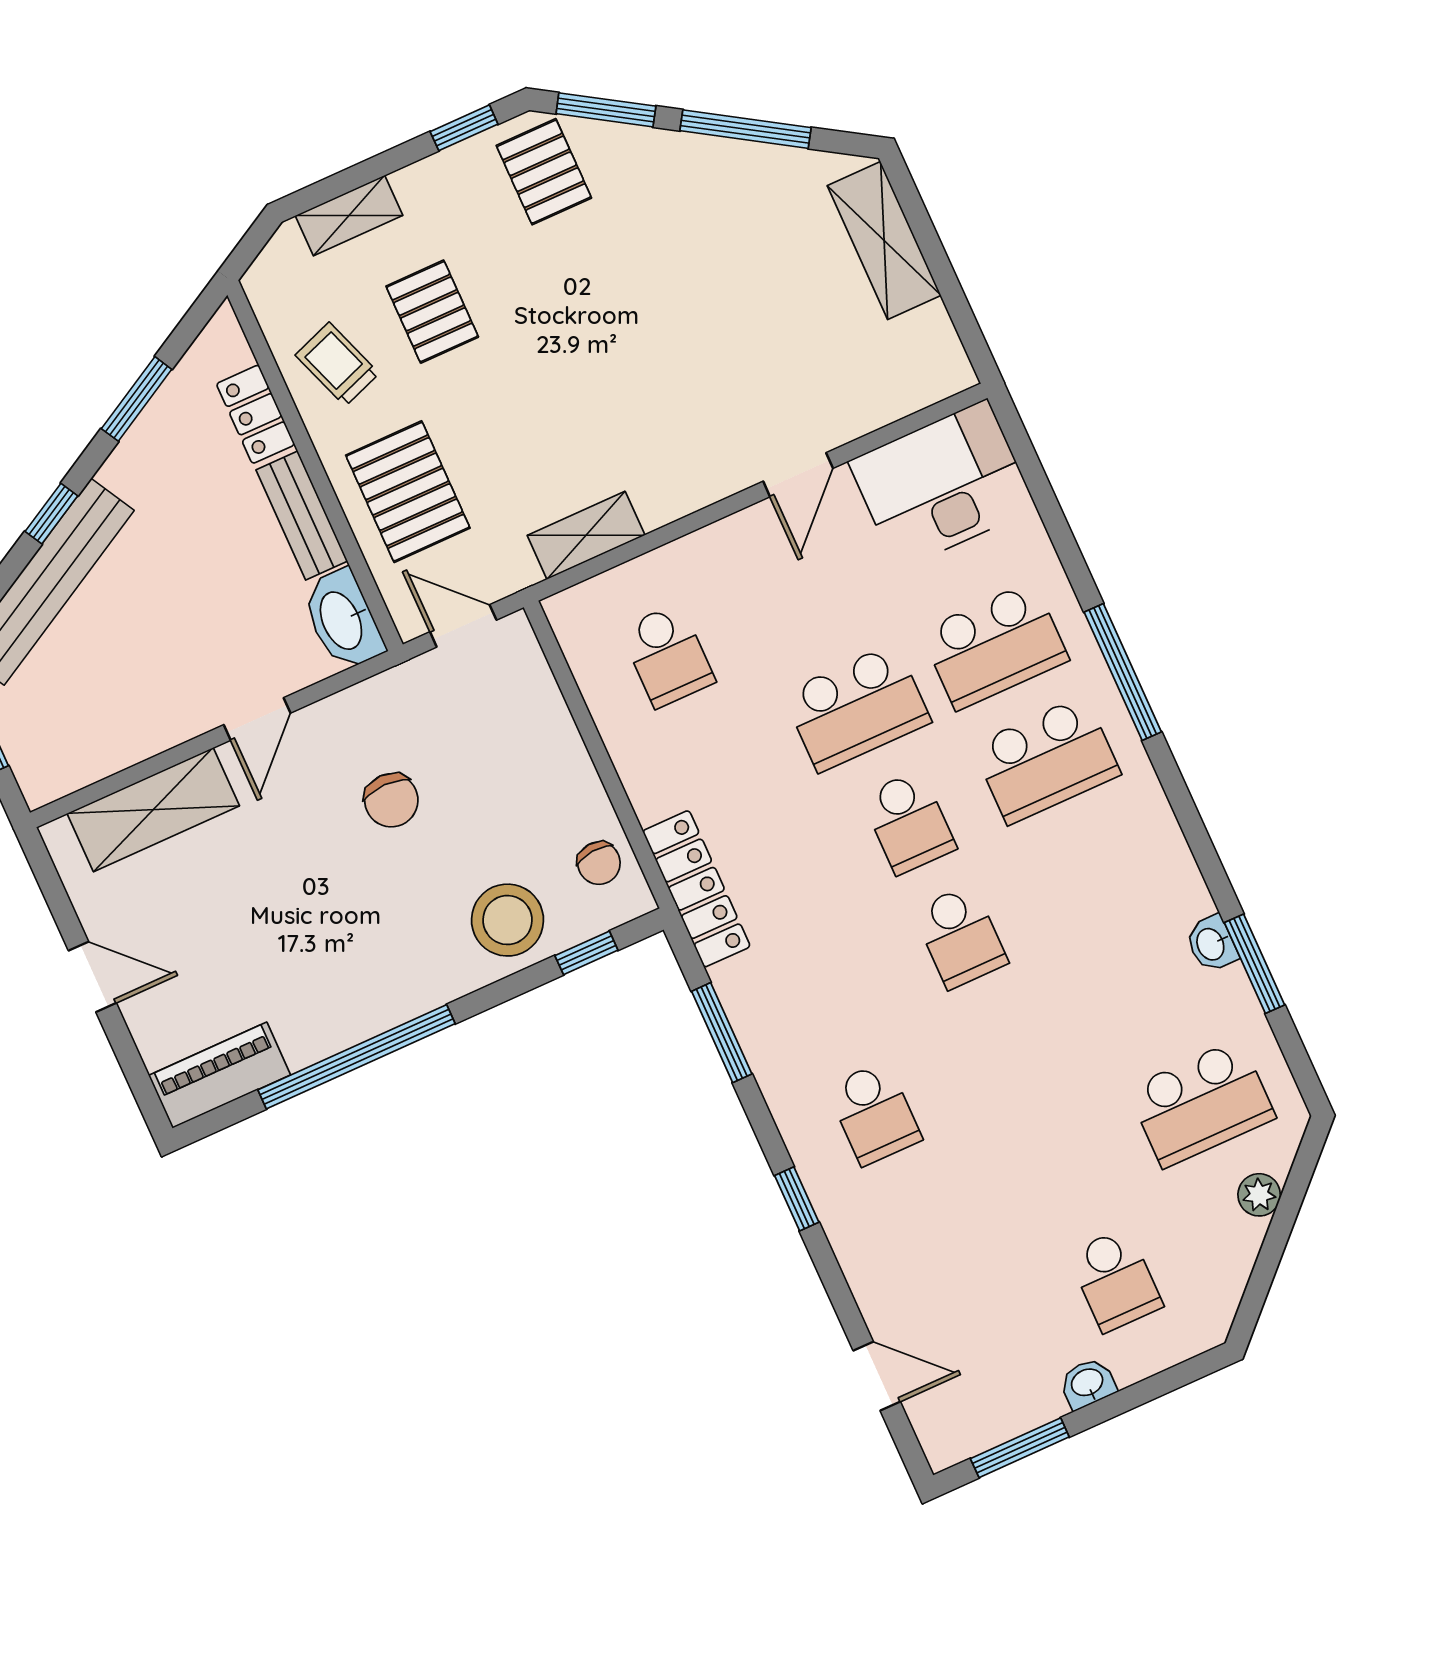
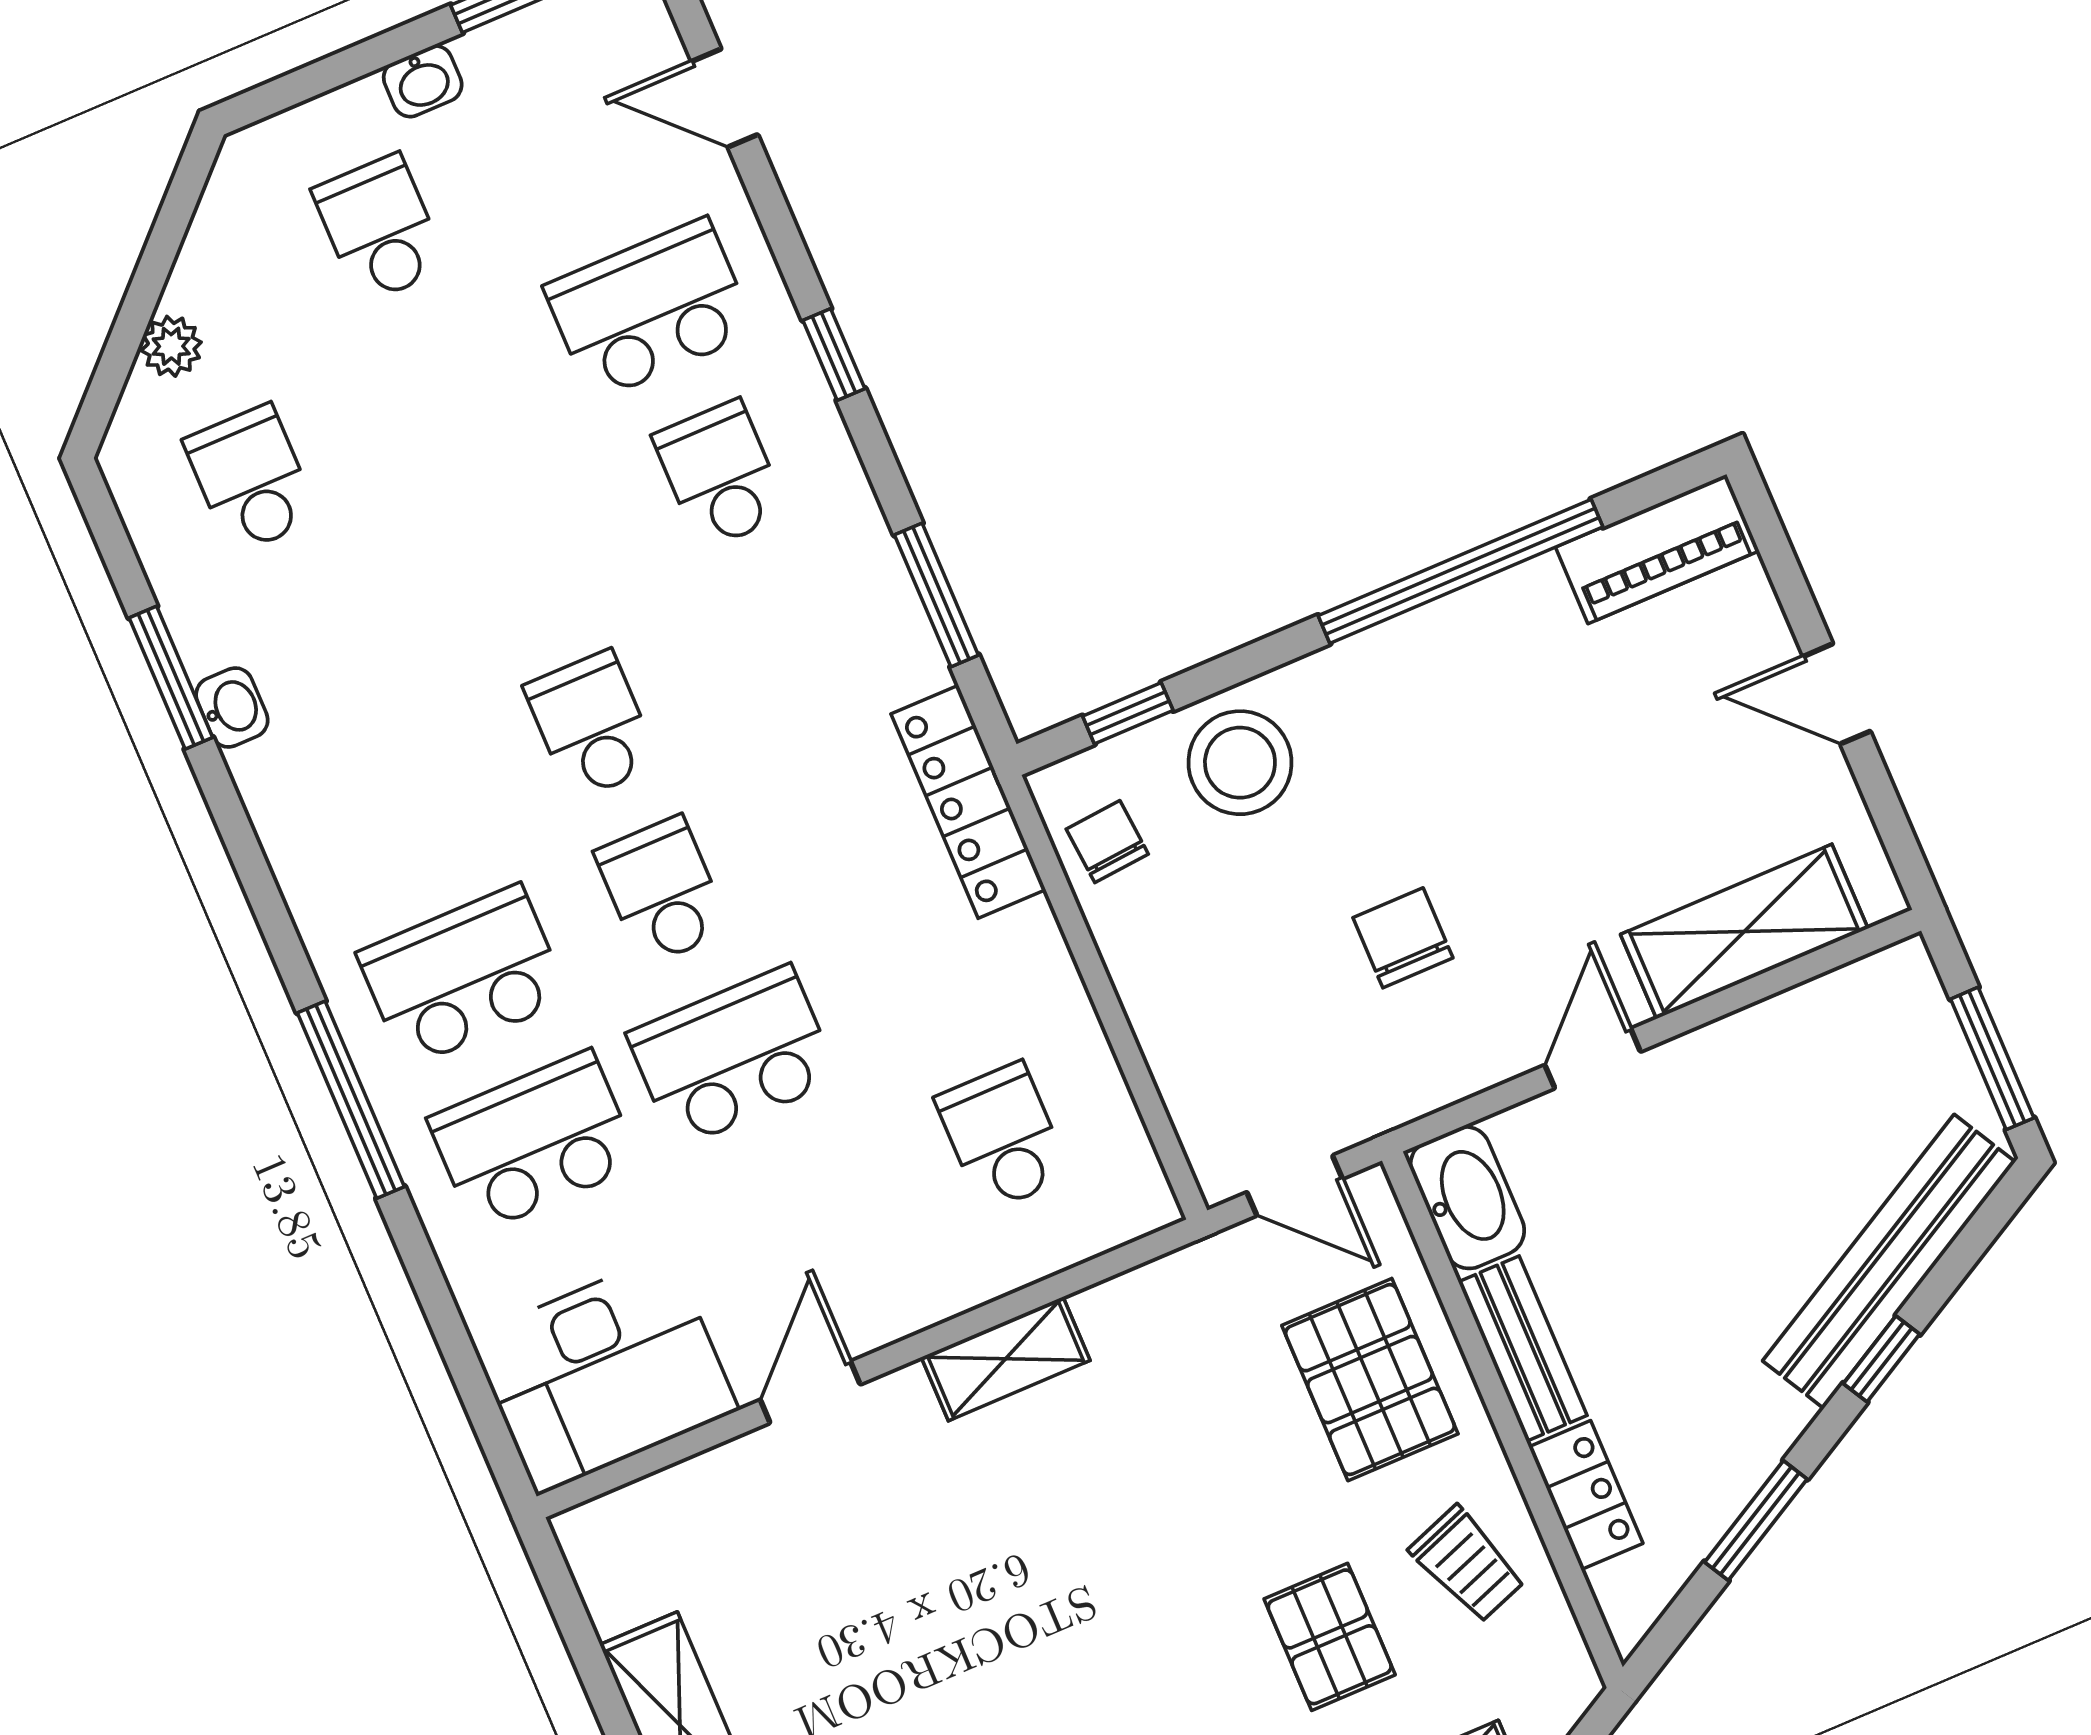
shelving: (586, 535) -> (1006, 1359), moved
school desk: (1201, 1103) -> (251, 479), width x0.54
school desk: (926, 1228) -> (650, 309), added

